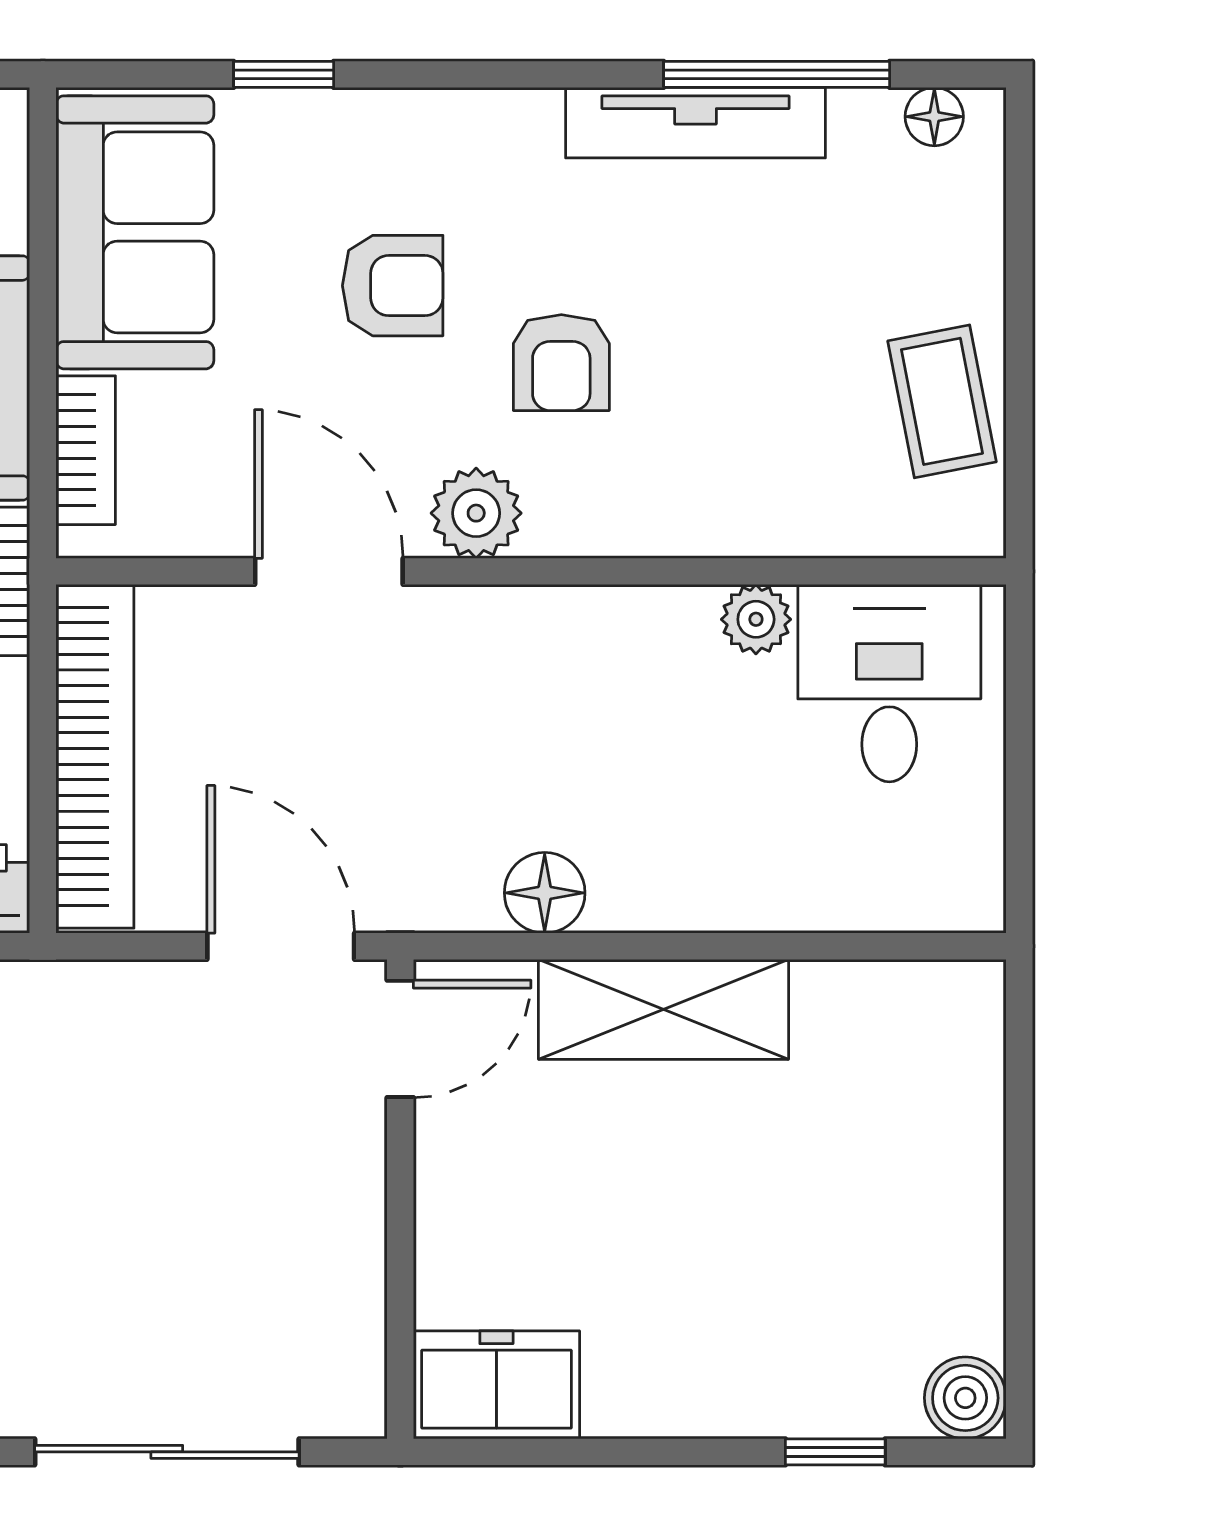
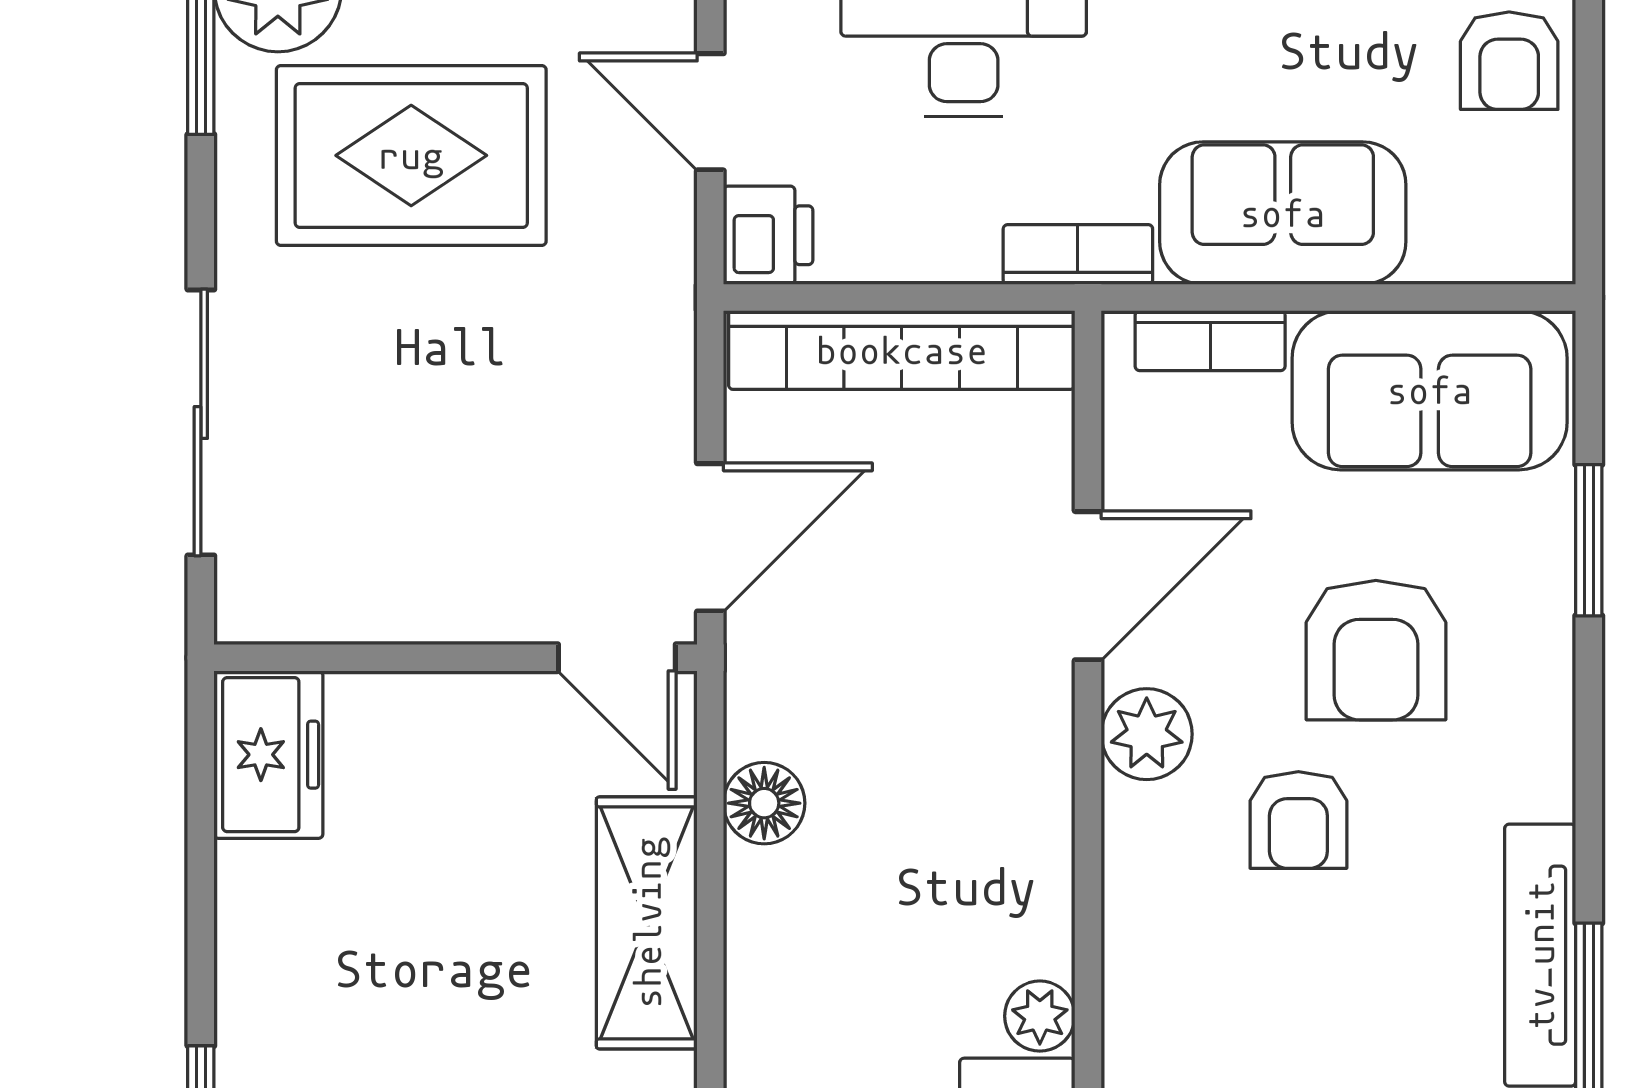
window: (284, 74) -> (1589, 540), width x1.50
armchair: (393, 286) -> (1376, 650), width x1.38, depth x1.38
armchair: (561, 363) -> (1298, 820), turned -90

